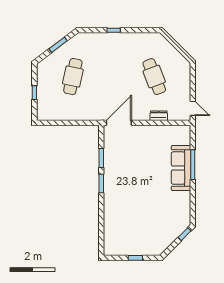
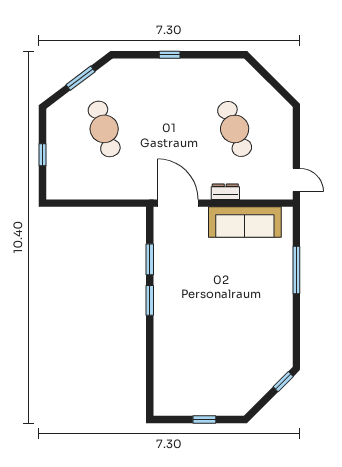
cafe table: (73, 77) -> (104, 129), turned -30
dresser: (159, 116) -> (225, 192), moved
door: (119, 123) -> (178, 203), hinge flipped
sofa: (181, 168) -> (245, 222), moved, turned -90

